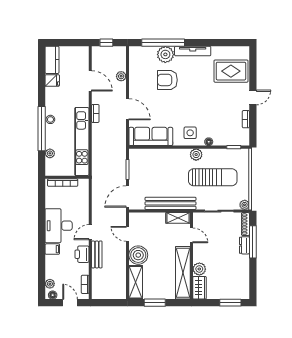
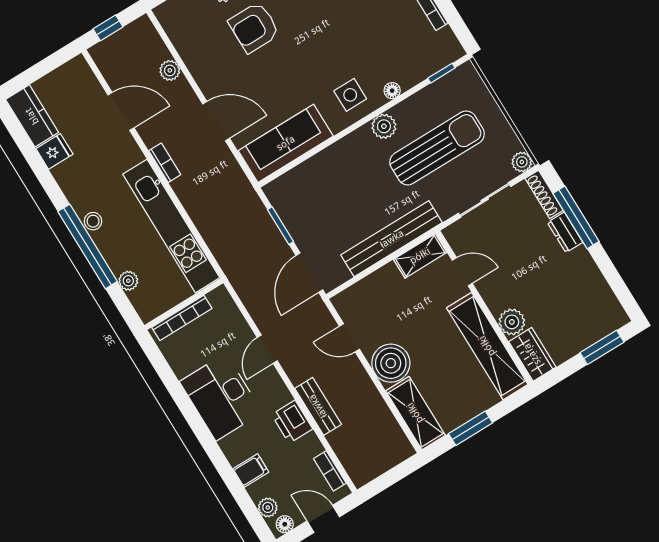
door: (90, 232) -> (267, 349), moved
filing cabinet: (52, 249) -> (251, 470), moved

